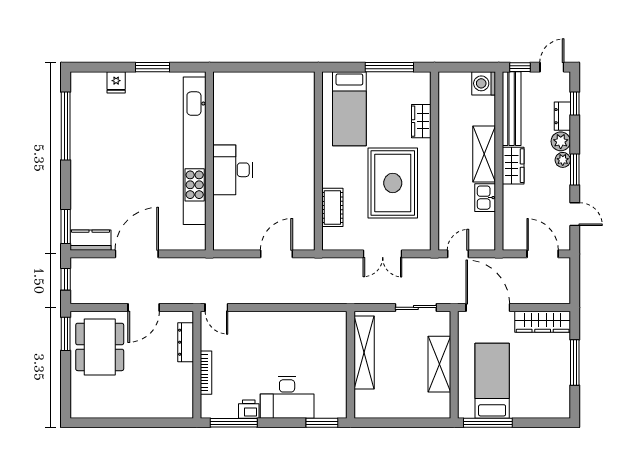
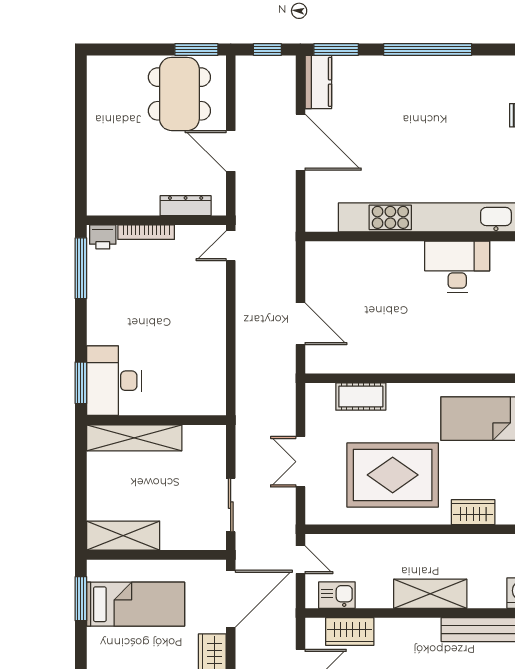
window: (66, 126) -> (428, 50), moved
wardrobe: (513, 166) -> (350, 632), moved
desk: (233, 170) -> (457, 267), moved
kitchen sink: (485, 198) -> (337, 595), moved
dining table: (100, 347) -> (179, 94), turned 90
shelving: (364, 353) -> (134, 438), moved
shelving: (439, 364) -> (123, 536), moved
desk: (287, 397) -> (114, 381), moved
printer: (249, 409) -> (103, 237), moved, turned 90
window: (488, 423) -> (81, 599), width x0.69

